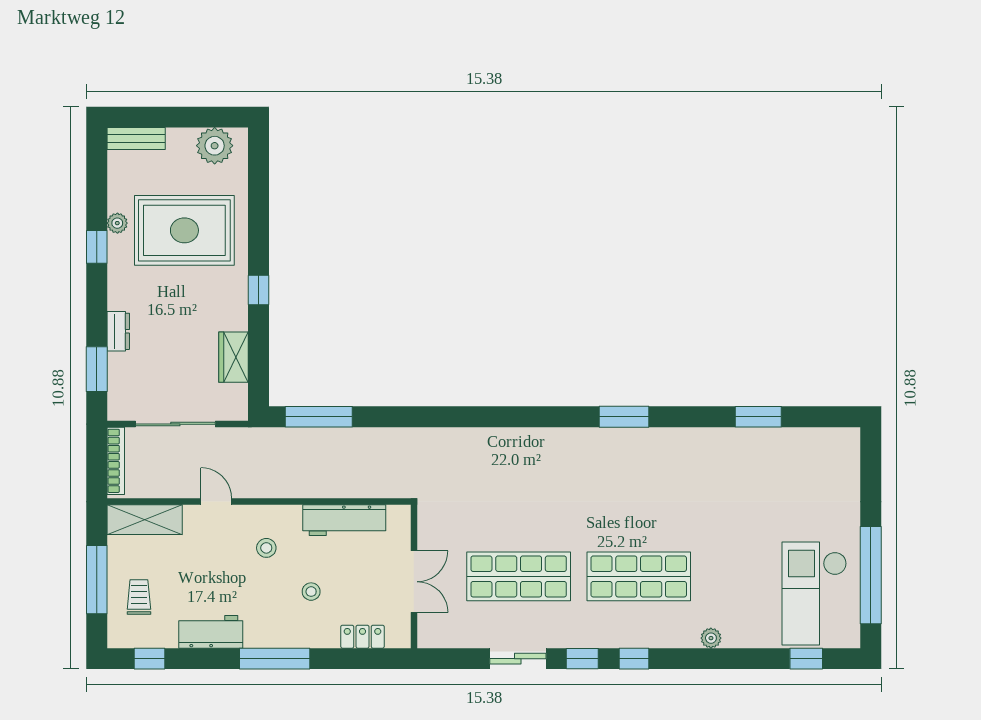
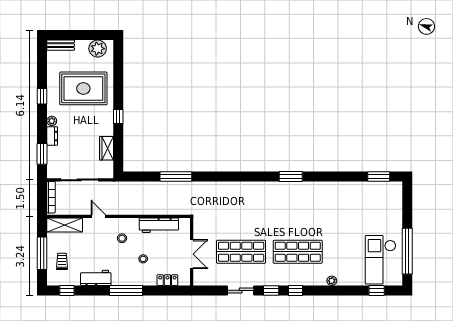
plant: (117, 223) -> (52, 121), moved
window: (319, 417) -> (176, 176), moved
window: (758, 417) -> (379, 176), moved

